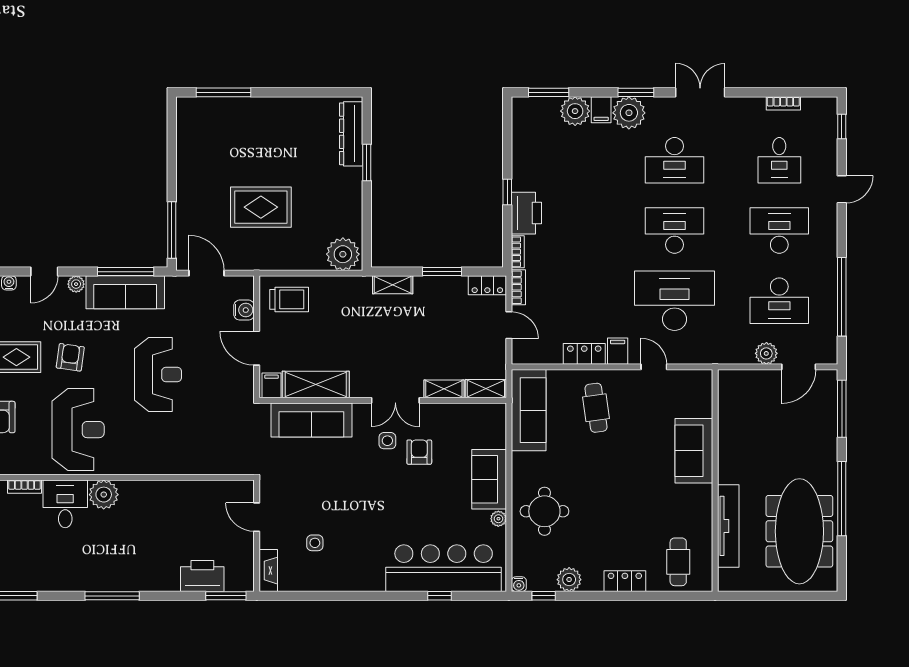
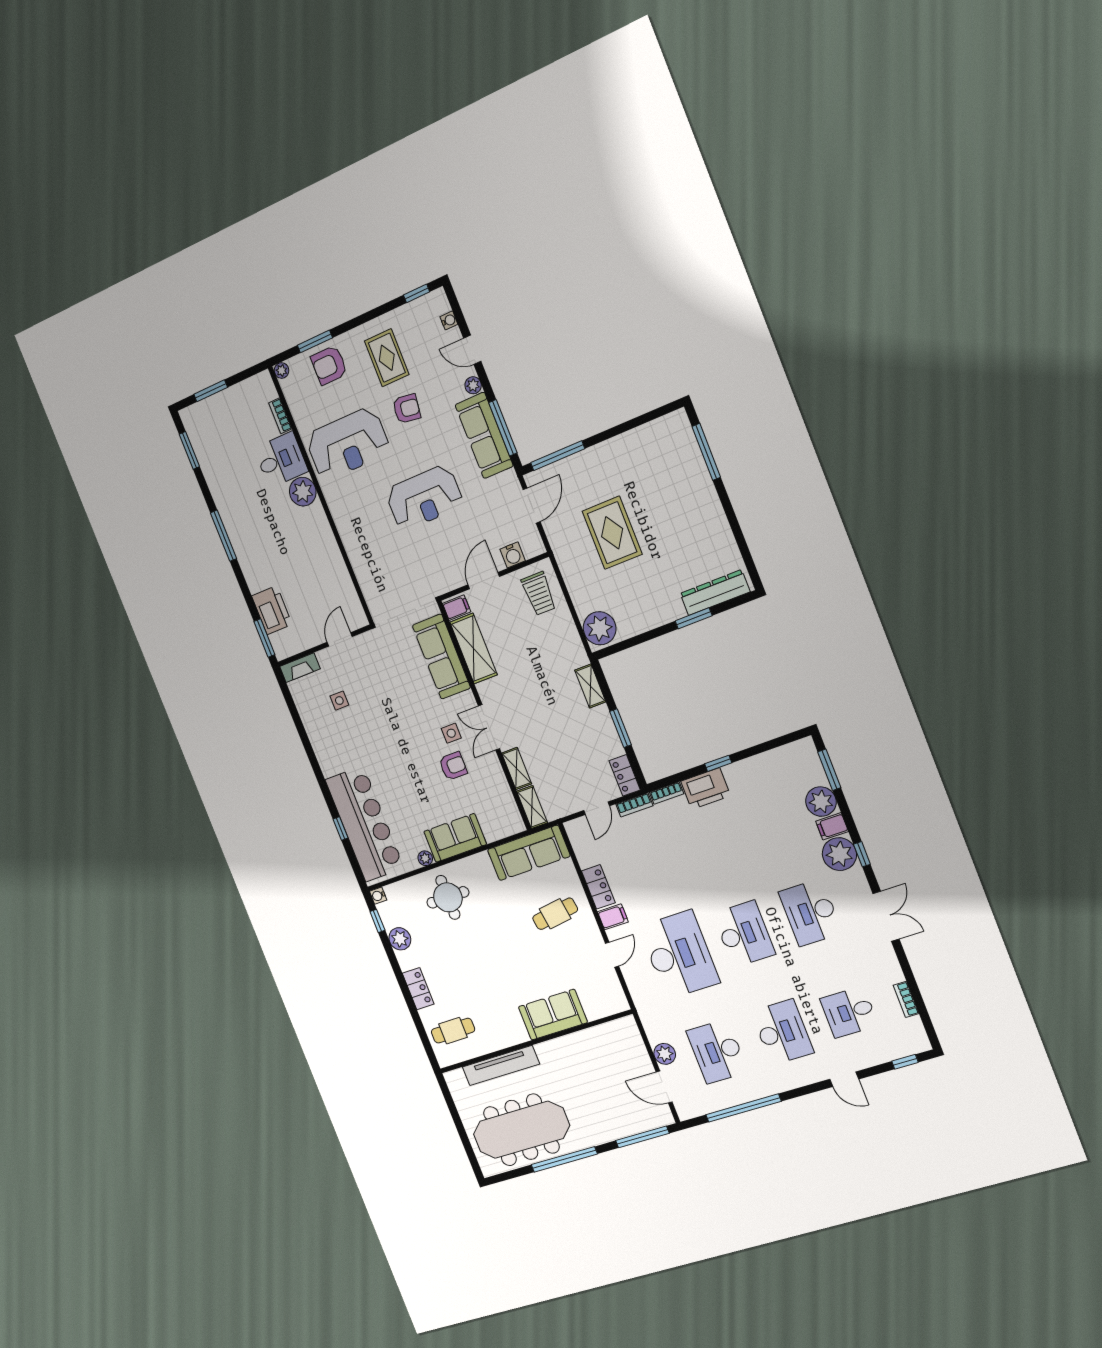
window: (636, 92) -> (862, 854), width x0.67

